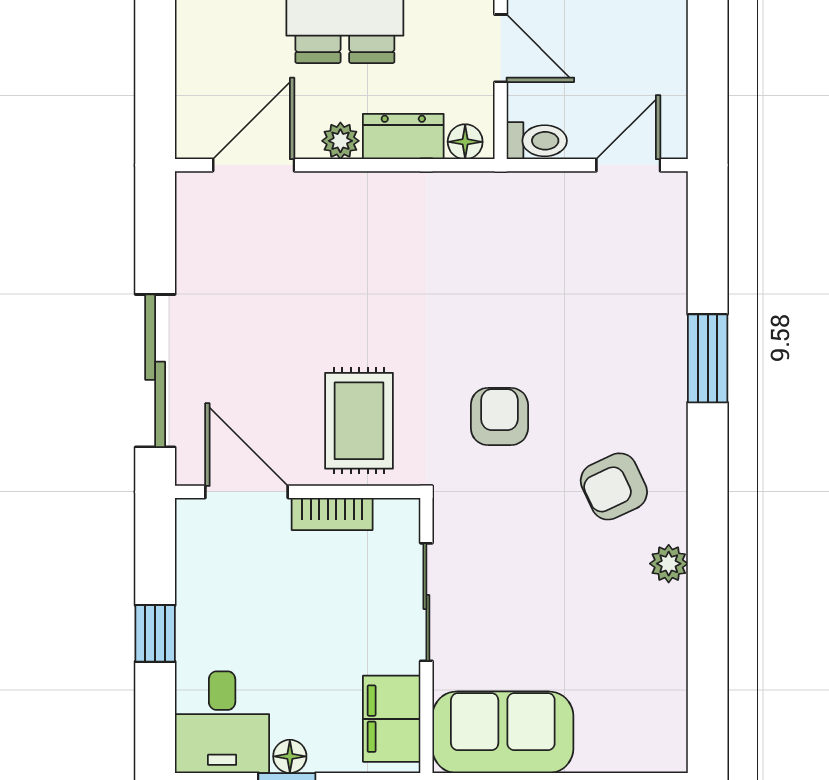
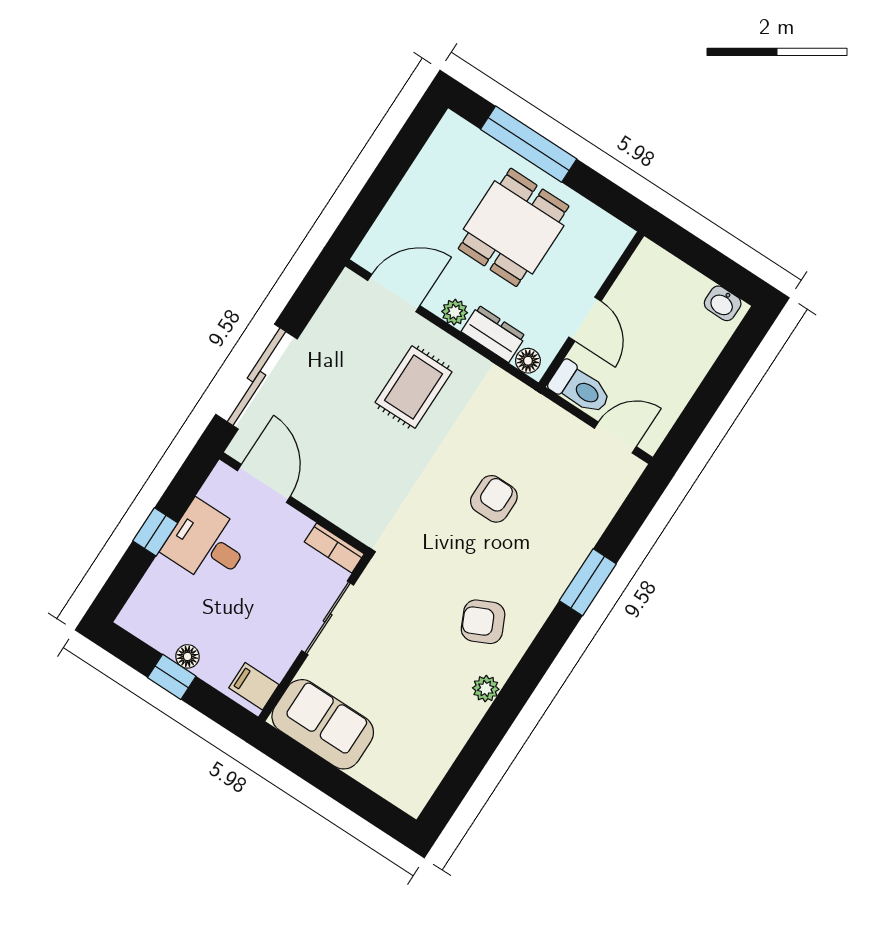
toilet: (537, 141) -> (580, 388), width x1.37, depth x1.39
armchair: (499, 416) -> (494, 499), moved
rug: (359, 421) -> (413, 387), moved
bookcase: (332, 514) -> (334, 548), moved
filing cabinet: (392, 719) -> (254, 686), width x0.50
desk: (222, 722) -> (207, 544), moved, turned 90

